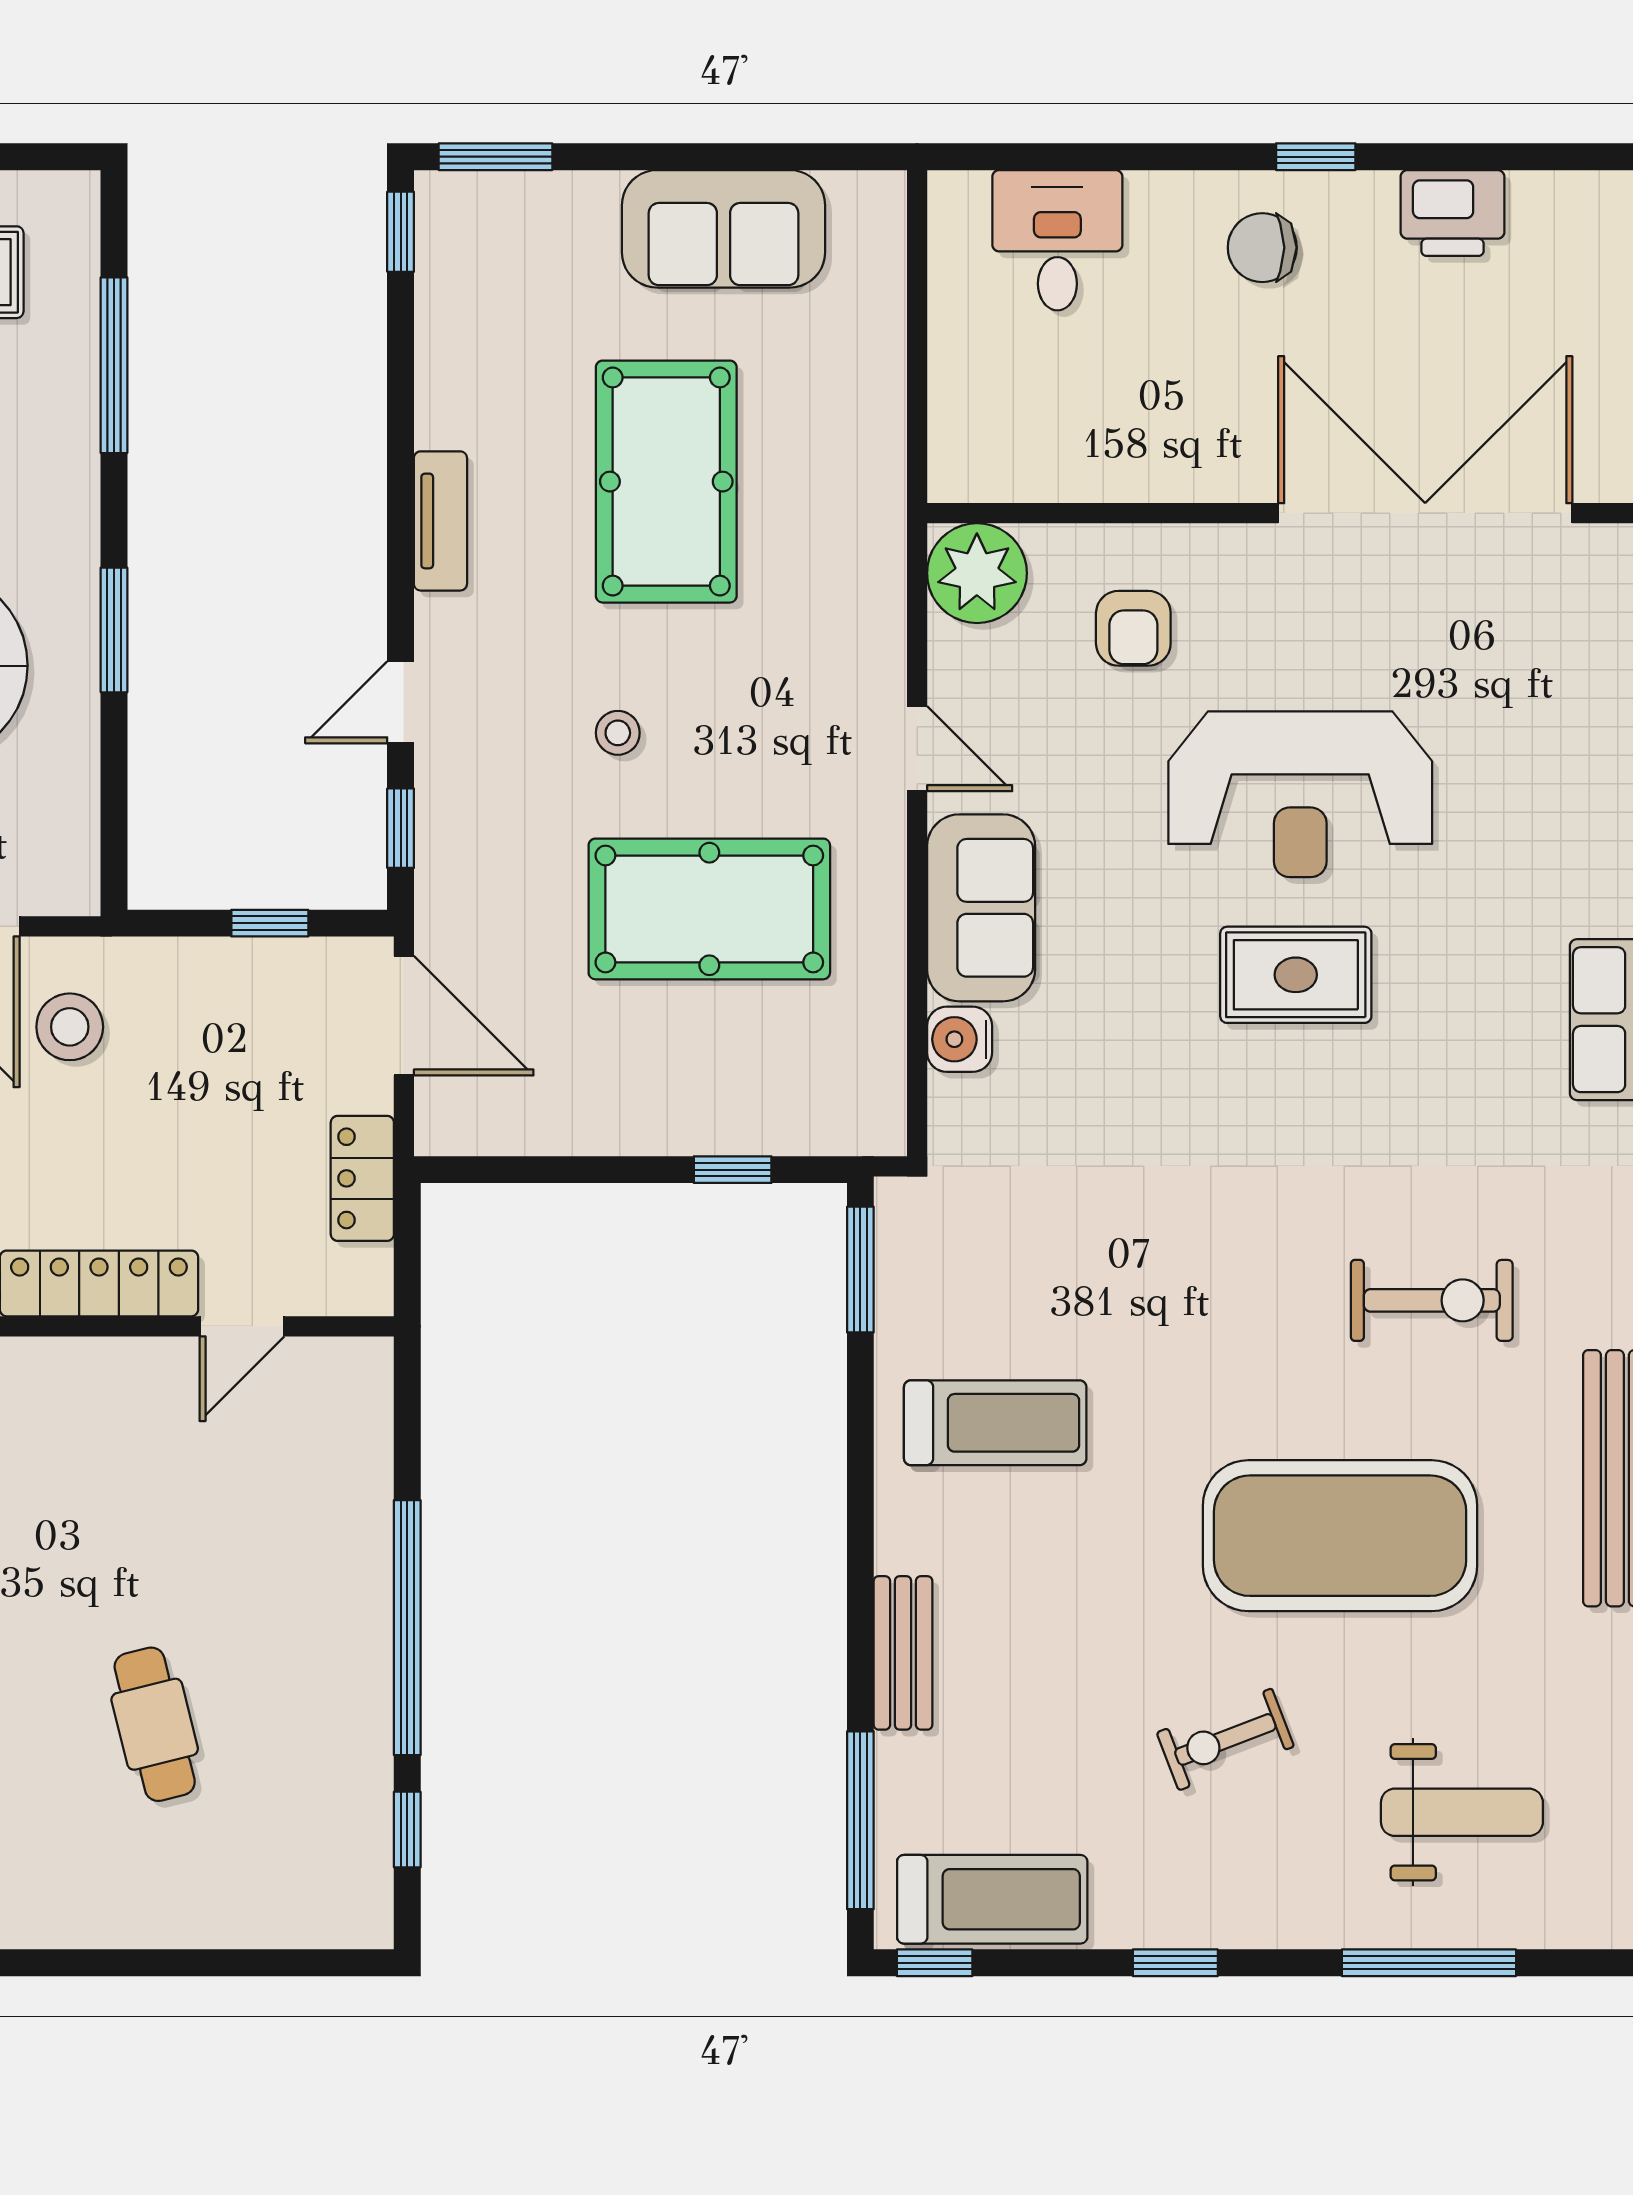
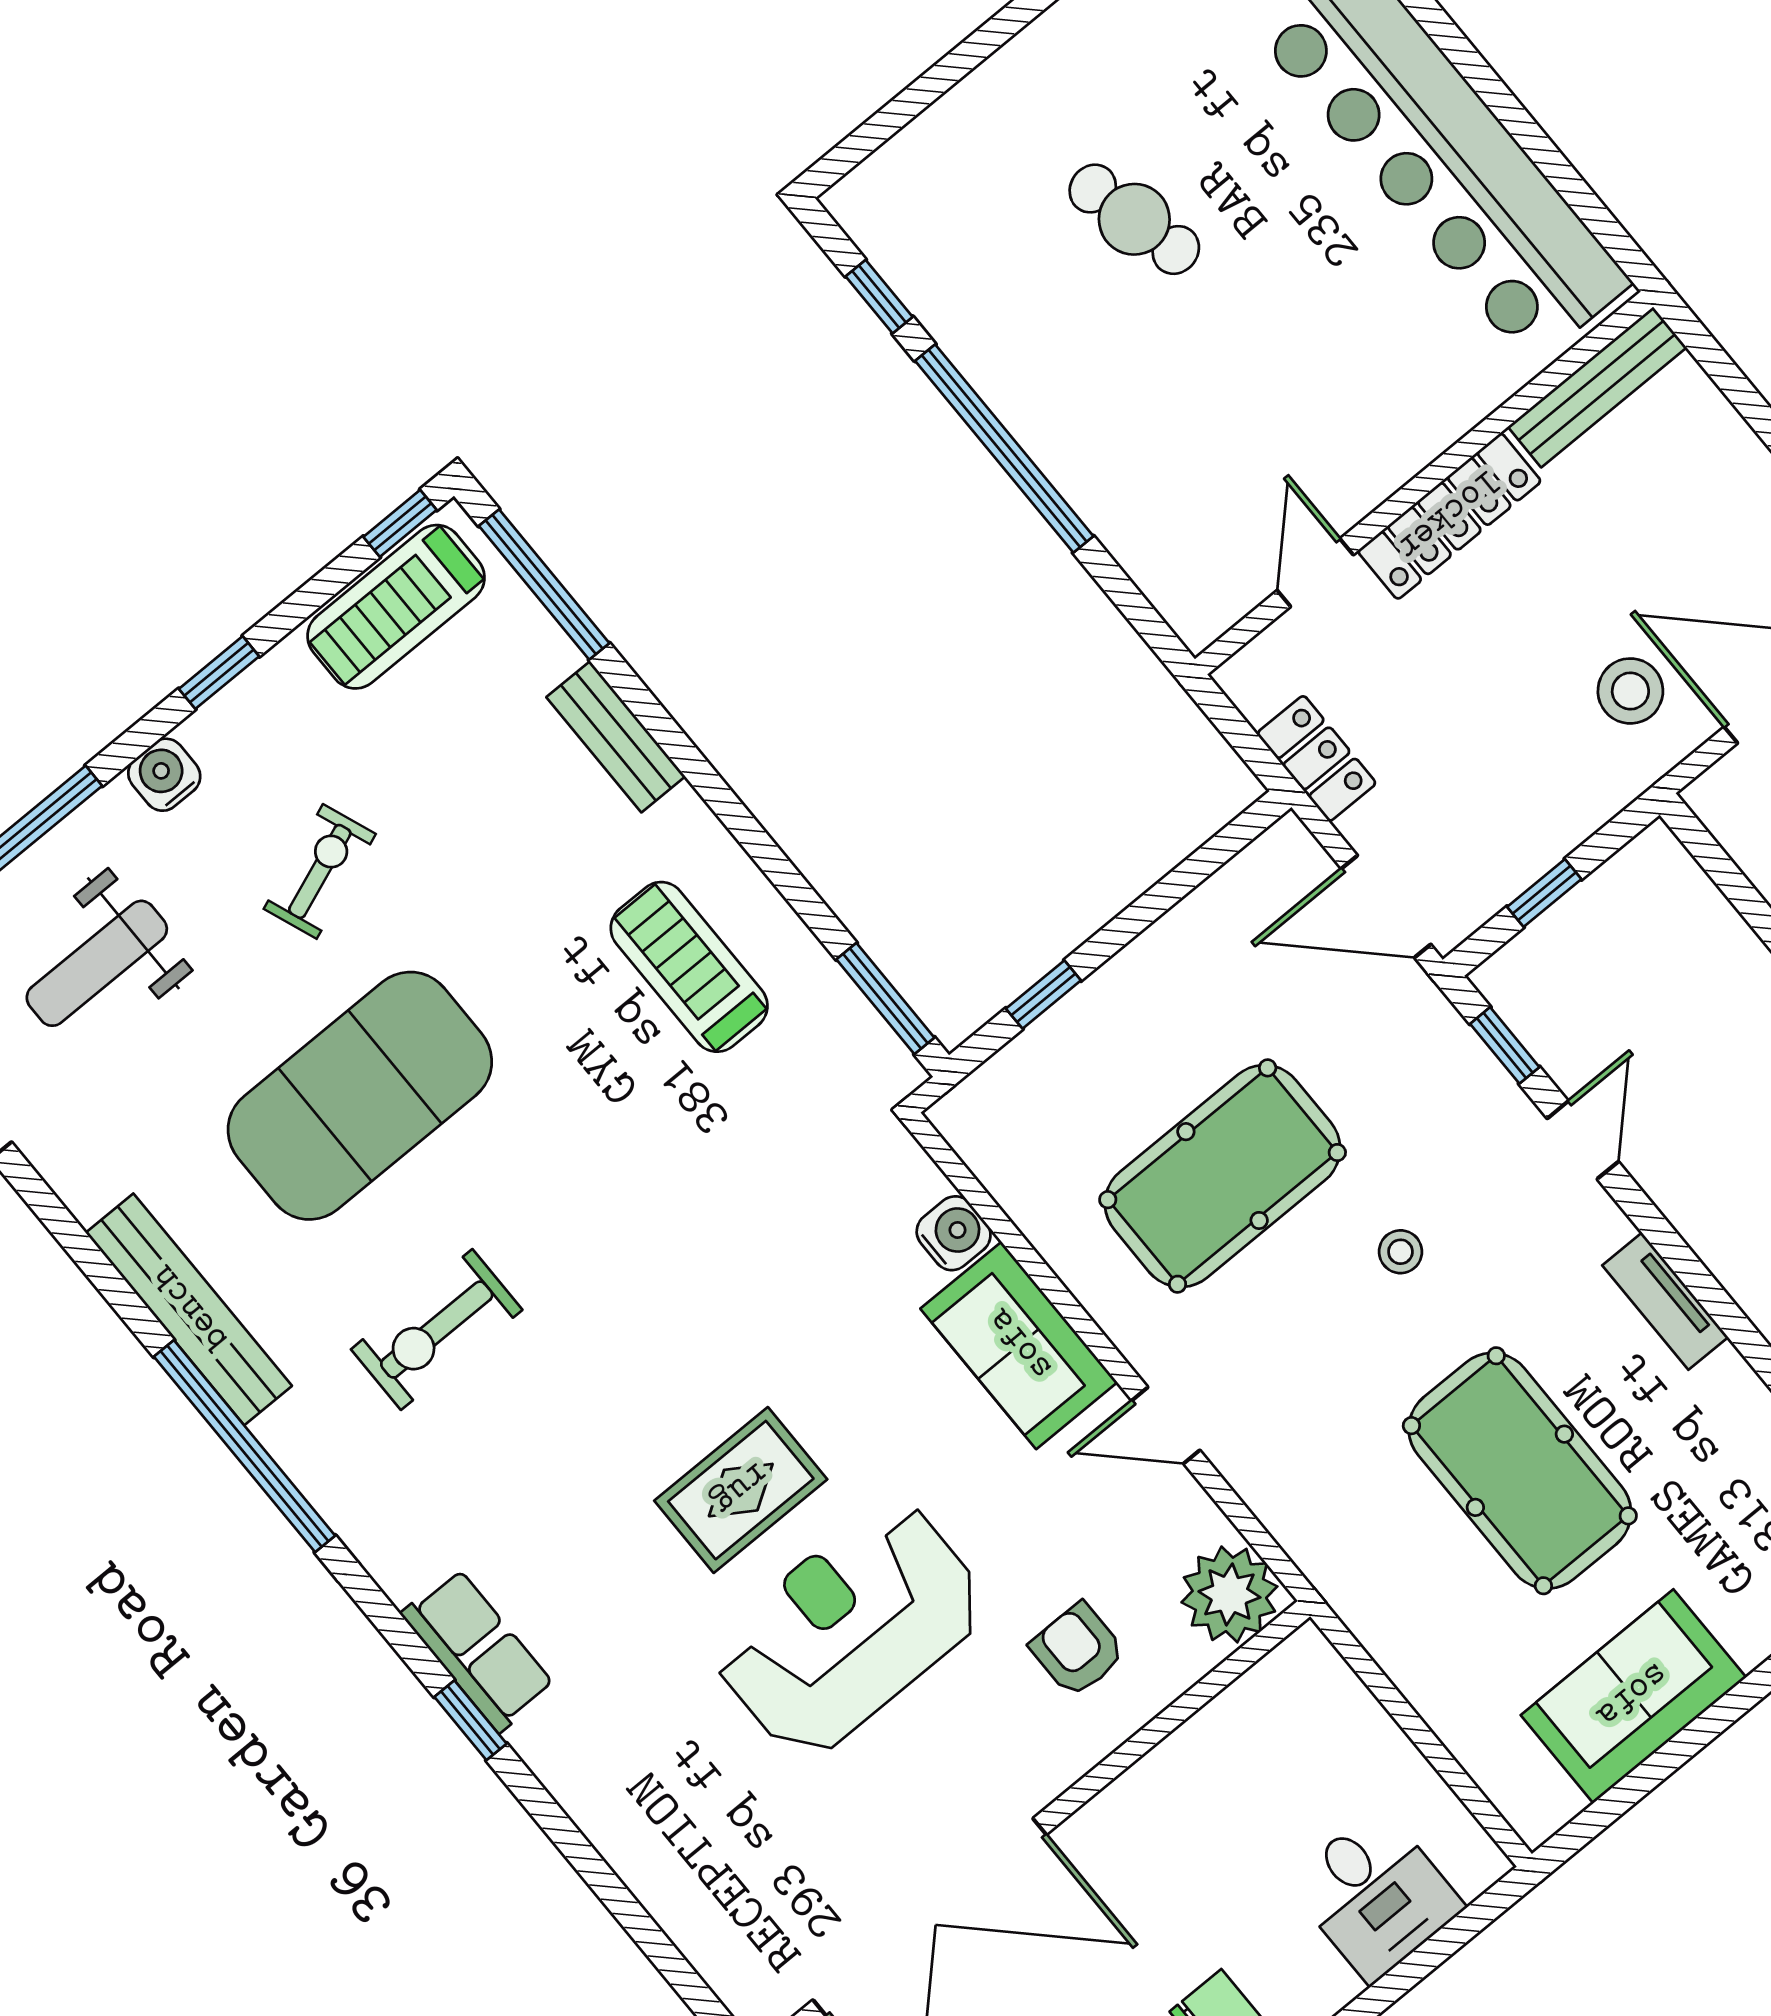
treadmill: (995, 1423) -> (689, 967), turned 90
water cooler: (1285, 1918) -> (164, 775), added

